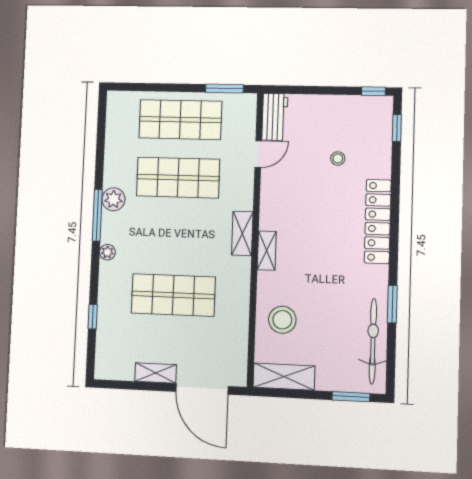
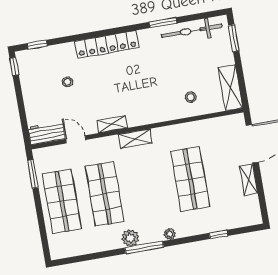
shelving: (267, 251) -> (112, 124), moved
stool: (282, 320) -> (191, 97), width x0.53, depth x0.53

